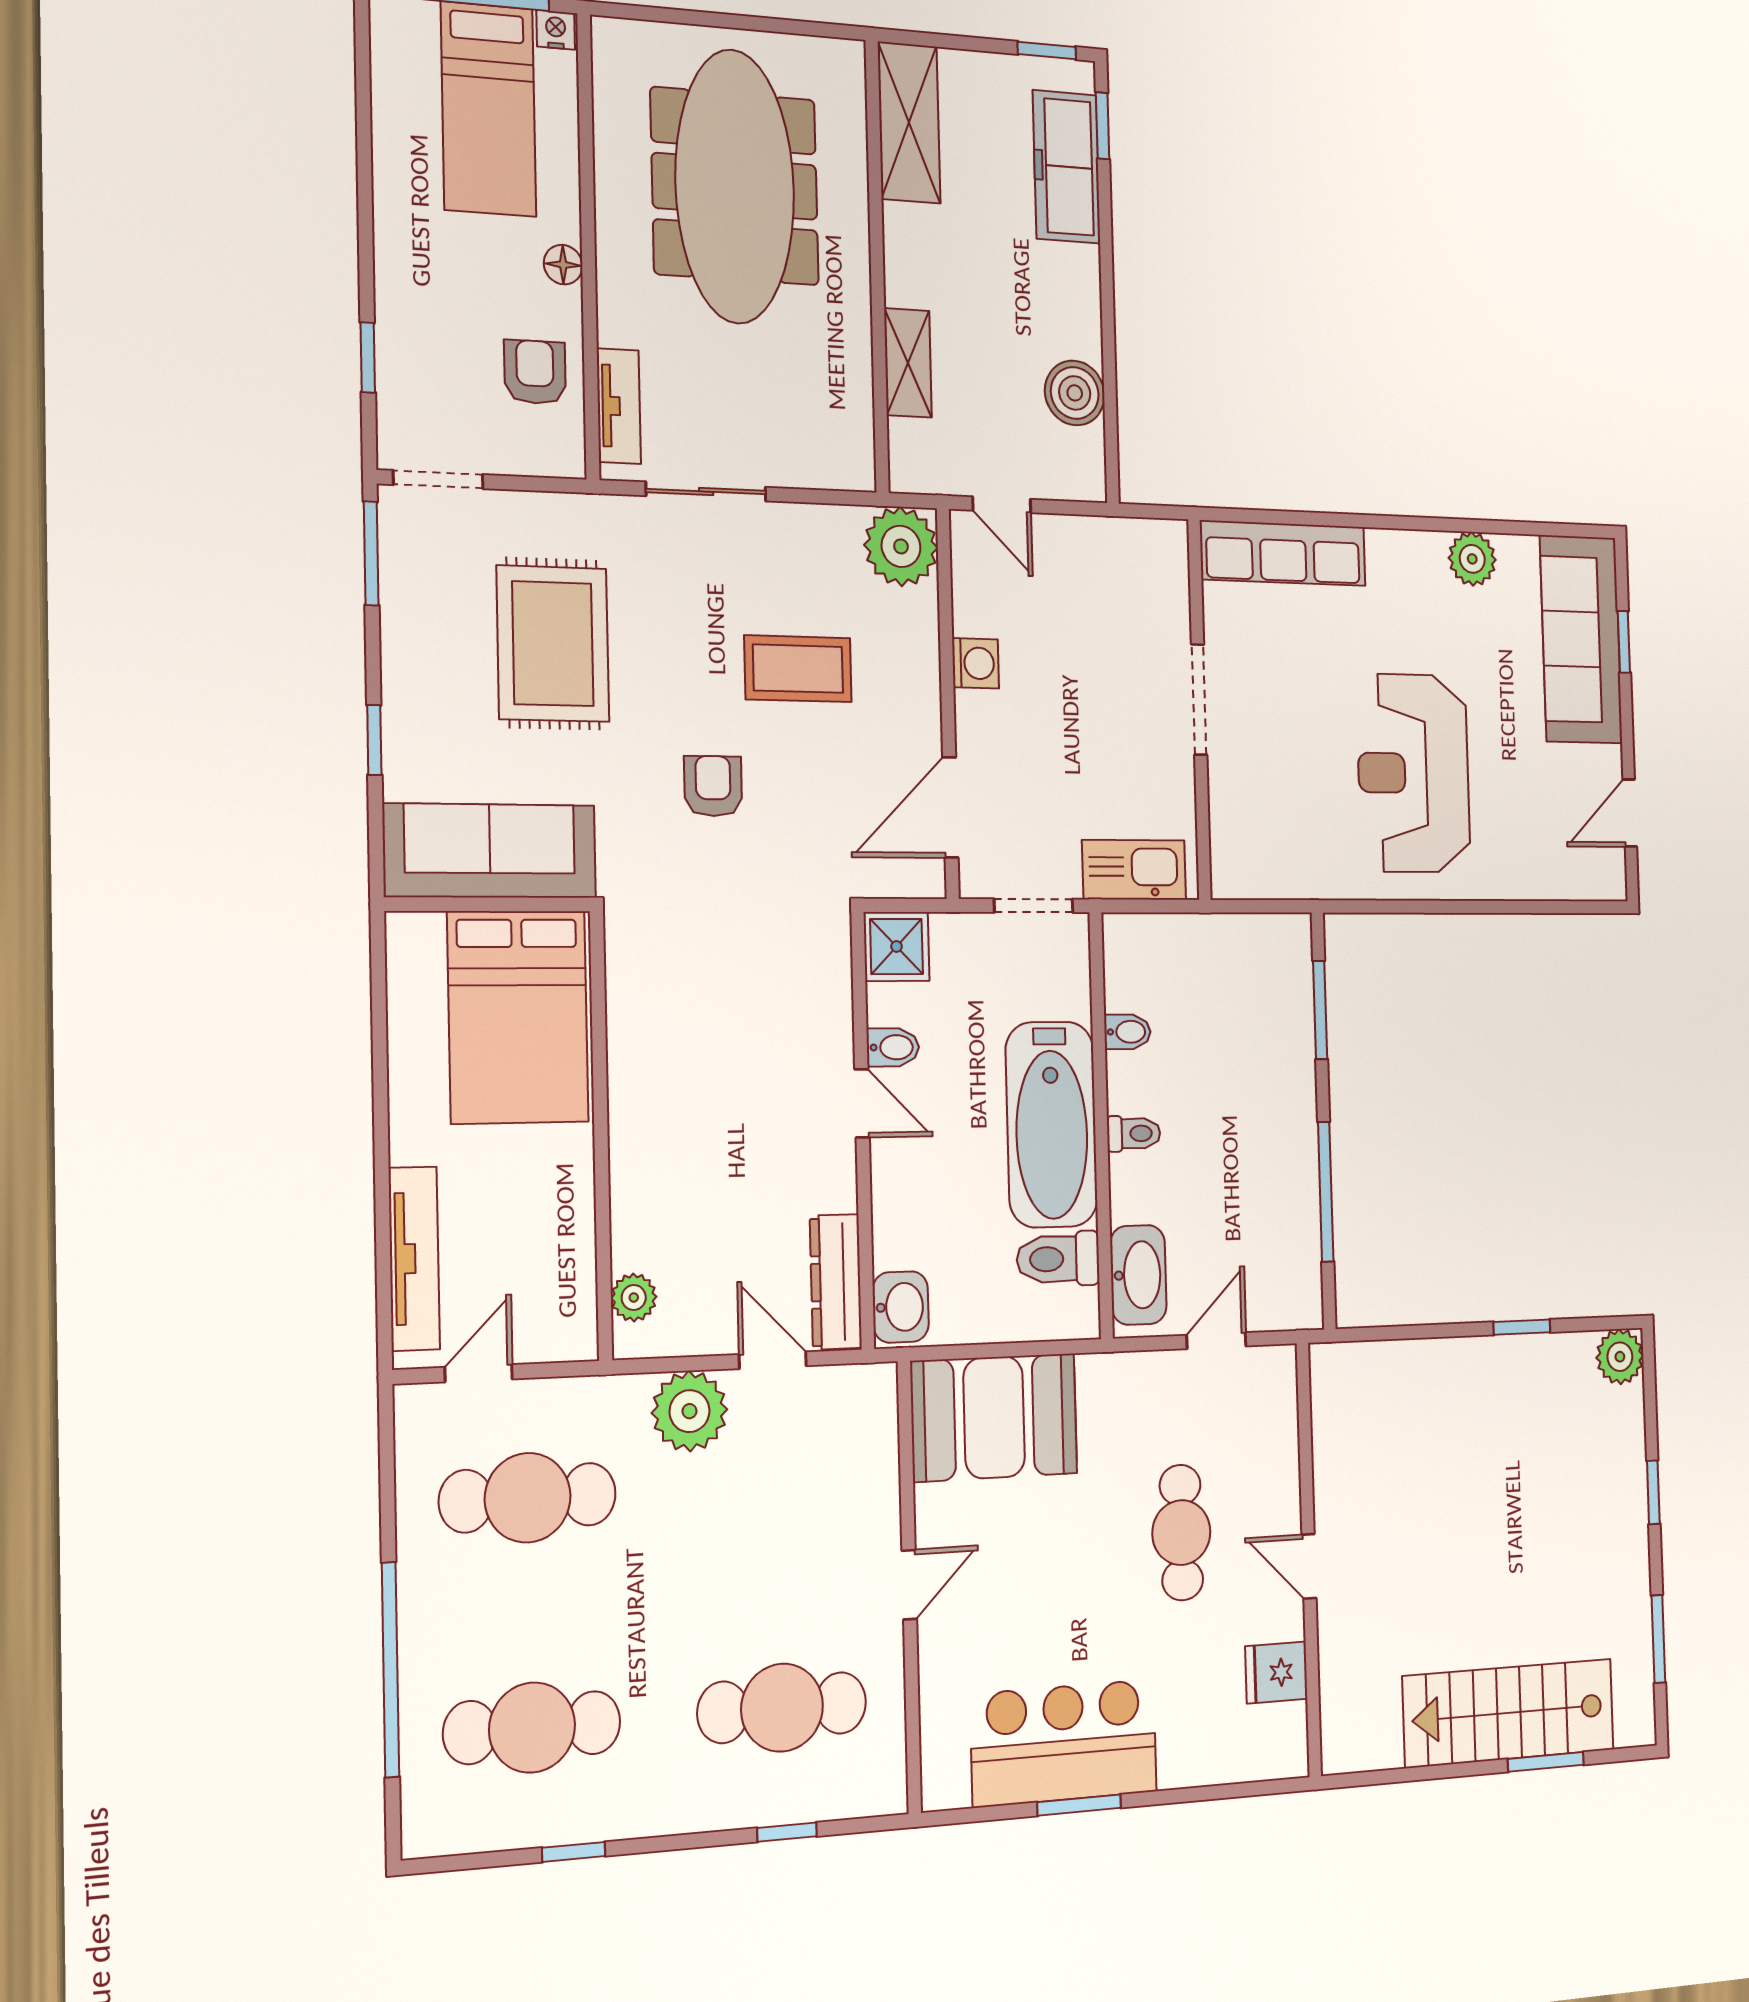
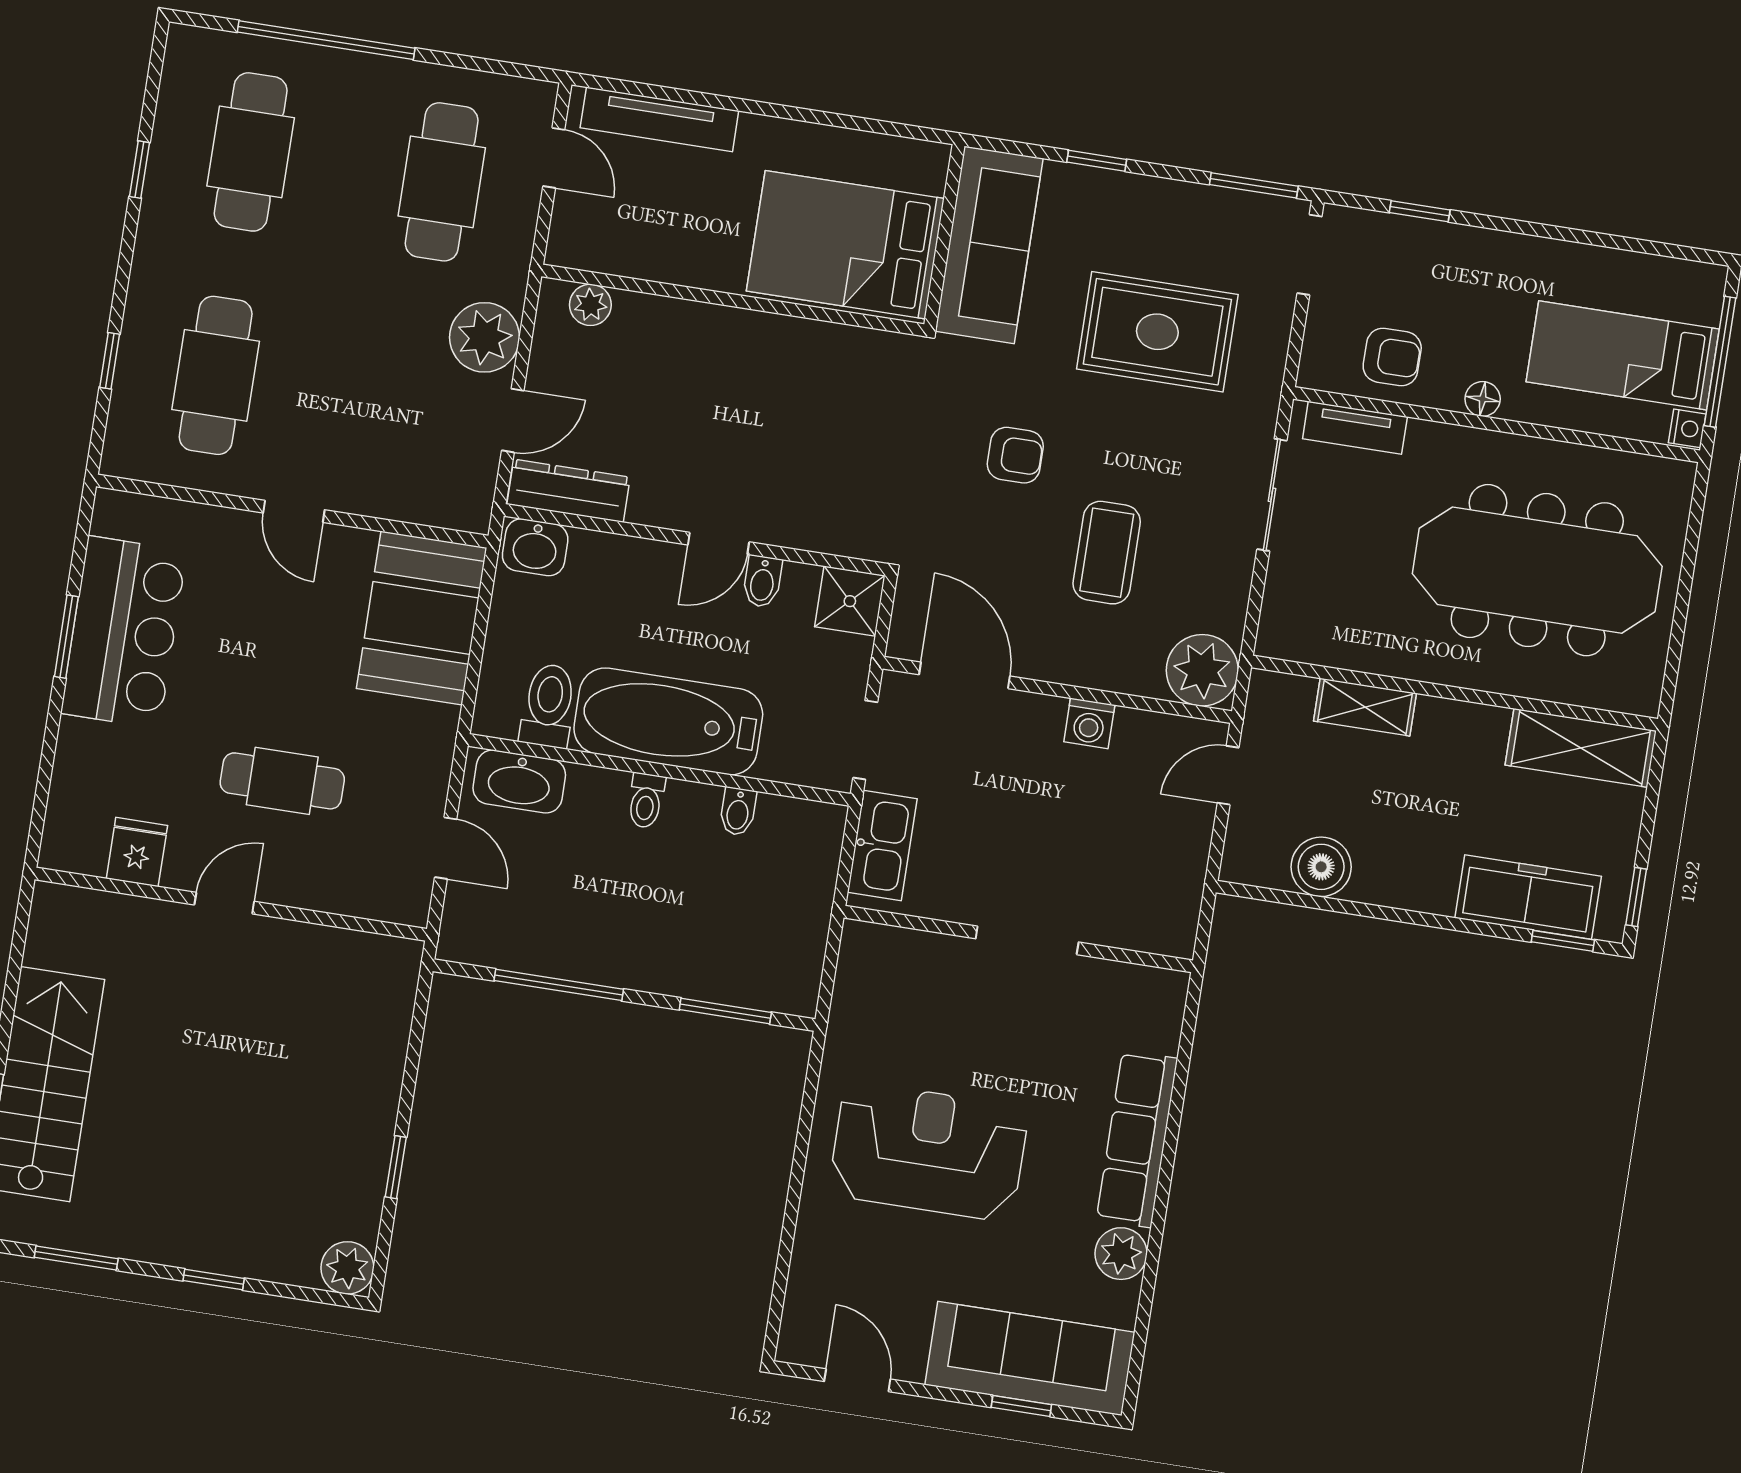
row of seats: (1283, 553) -> (1137, 1139), moved

